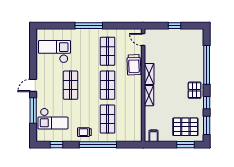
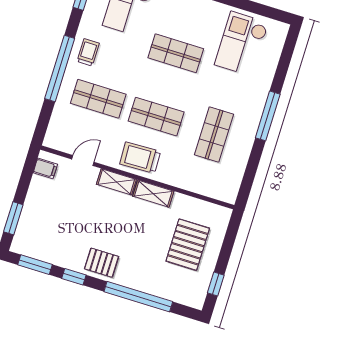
window: (175, 26) -> (216, 284), moved
door: (143, 40) -> (83, 161), moved
shop shelf: (108, 51) -> (214, 135), turned 90
checkout: (54, 52) -> (242, 44), turned 180
trolley: (134, 65) -> (140, 158), moved
pallet: (185, 127) -> (188, 245), moved

